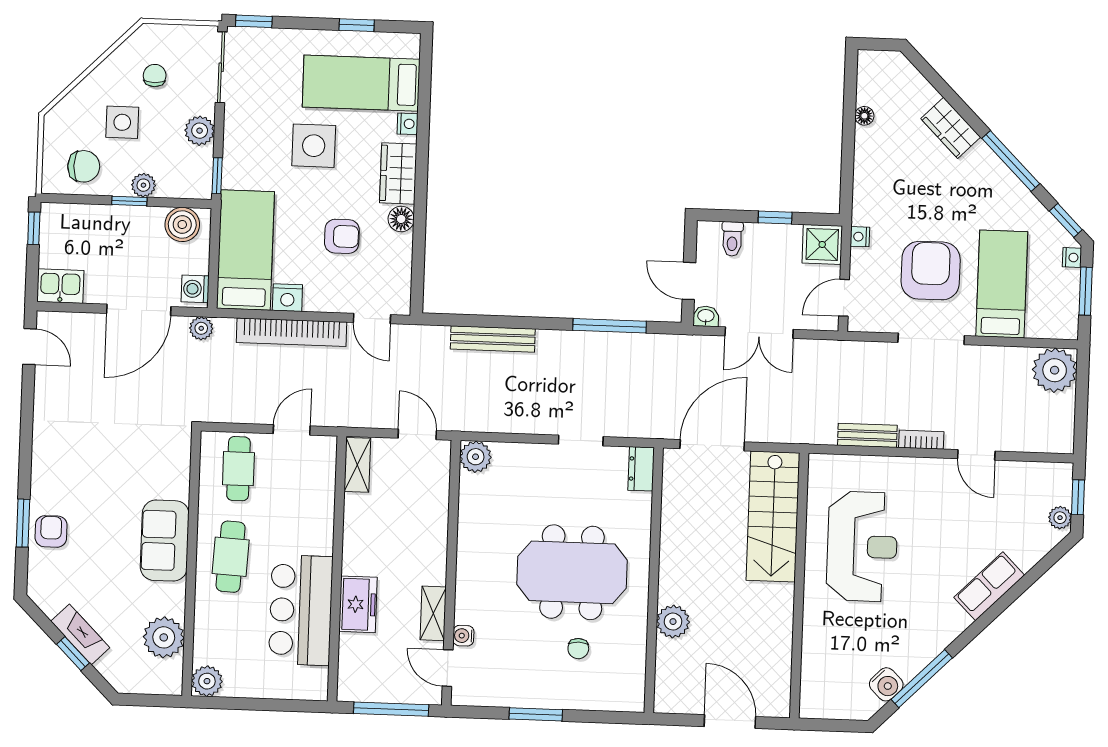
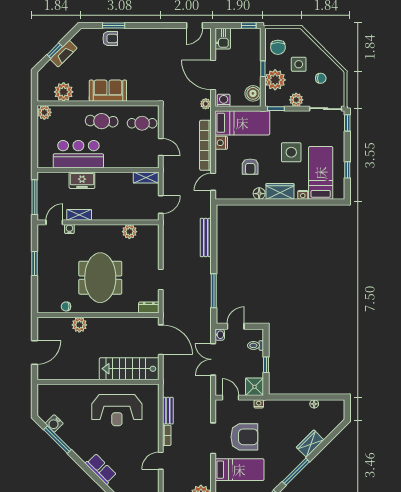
plant: (143, 185) -> (275, 80), width x1.87, depth x1.87
plant: (476, 457) -> (129, 232), moved
chair: (578, 649) -> (66, 306), moved

